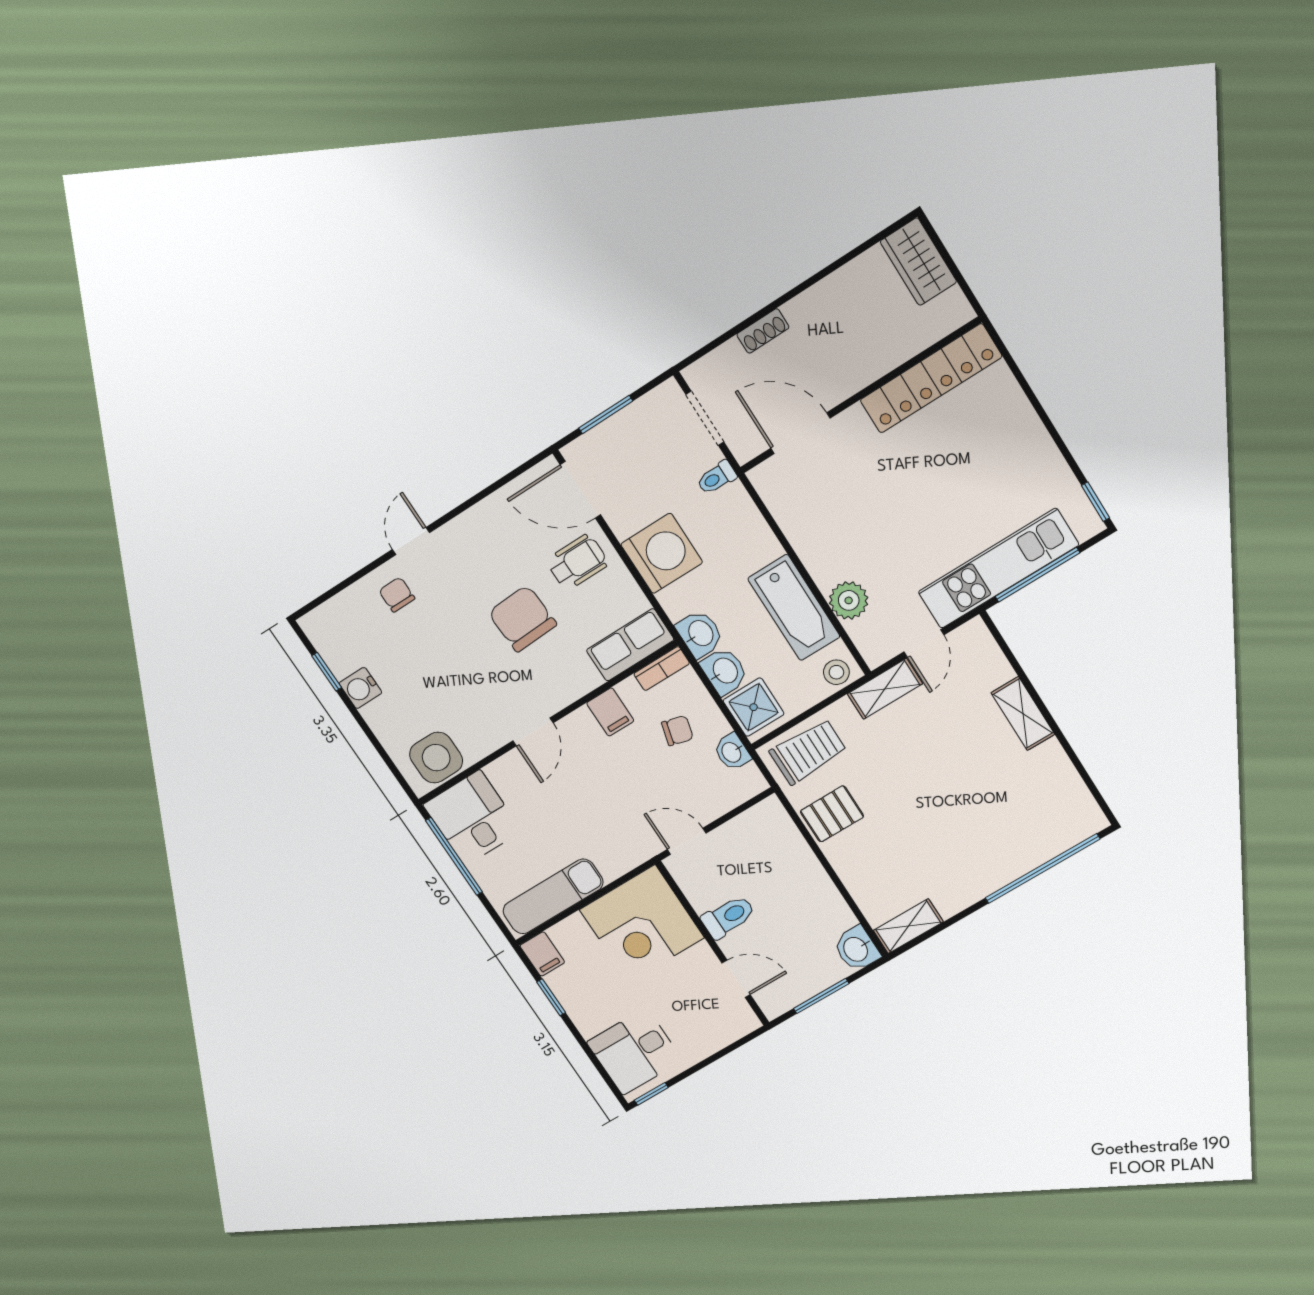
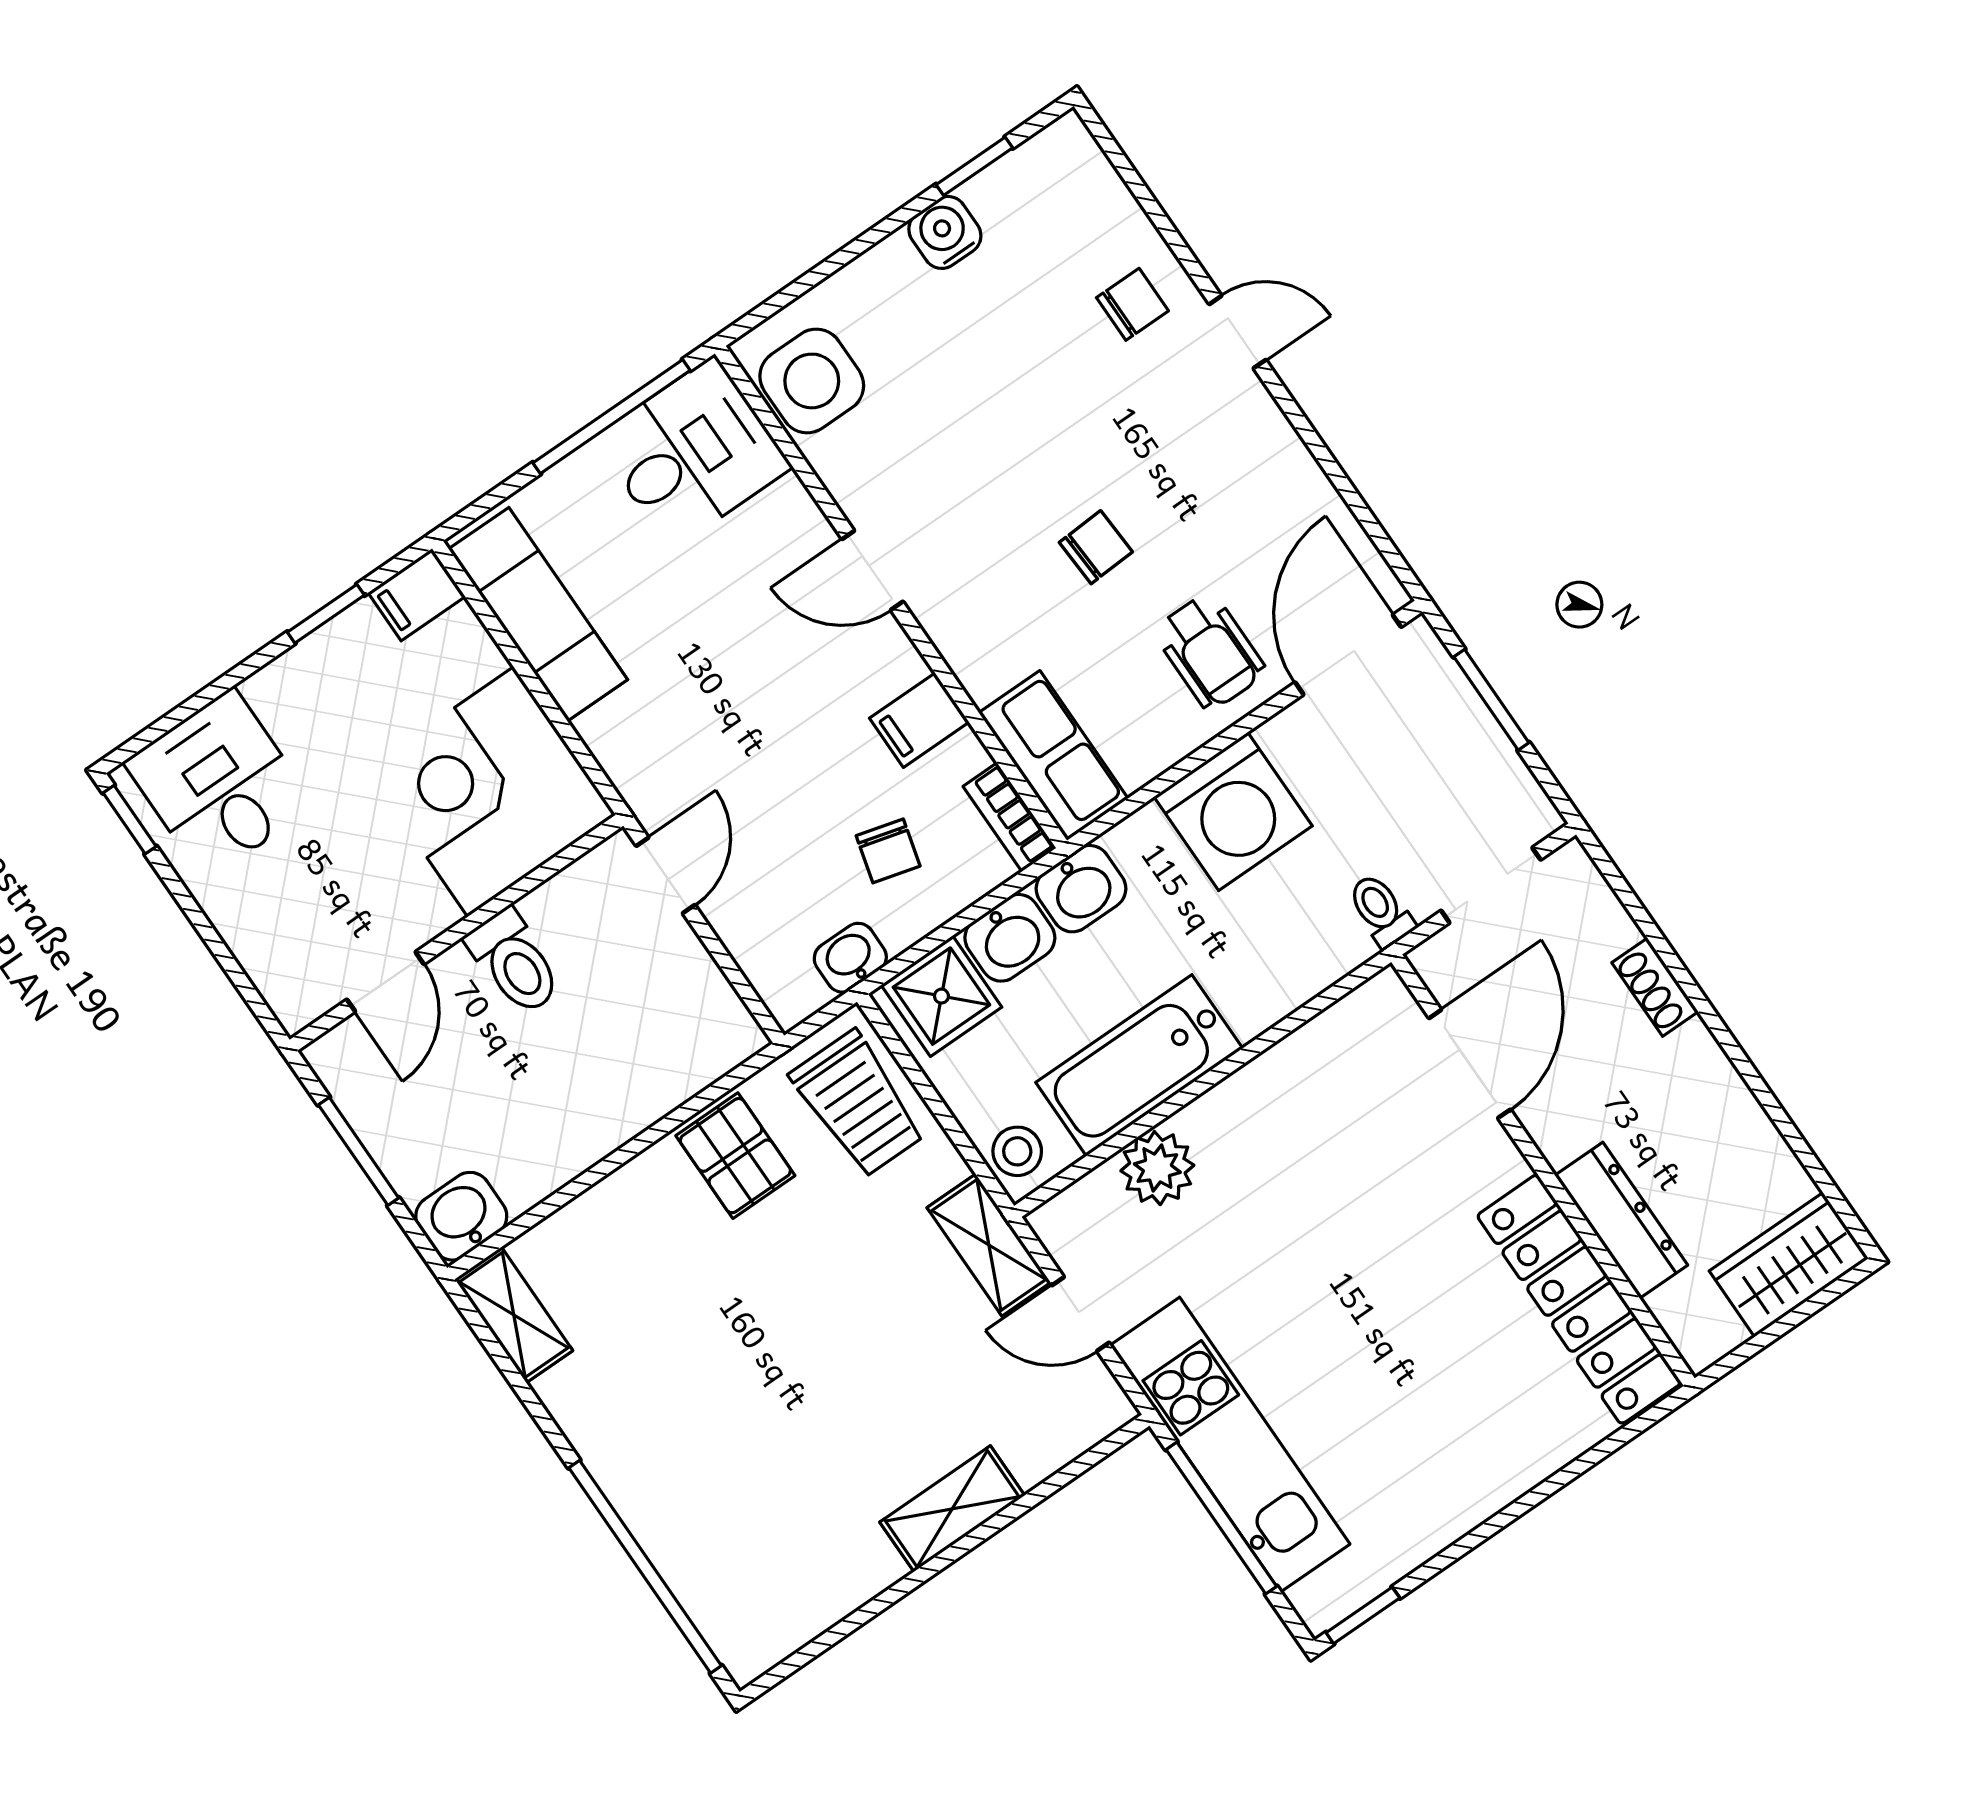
dresser: (889, 354) -> (1621, 1220), added
chair: (522, 619) -> (1096, 547), width x0.54, depth x0.54

